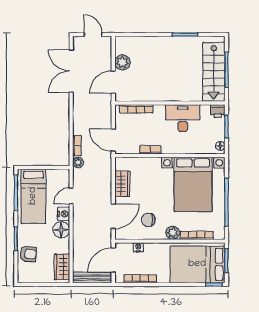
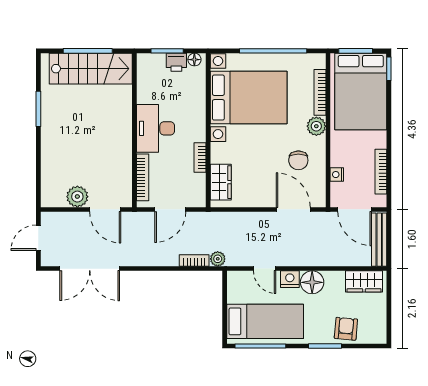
printer: (218, 111) -> (176, 62), moved, turned 90
desk: (183, 118) -> (155, 128), moved
door: (113, 140) -> (170, 209), moved
wardrobe: (122, 184) -> (221, 182), moved, turned 90

